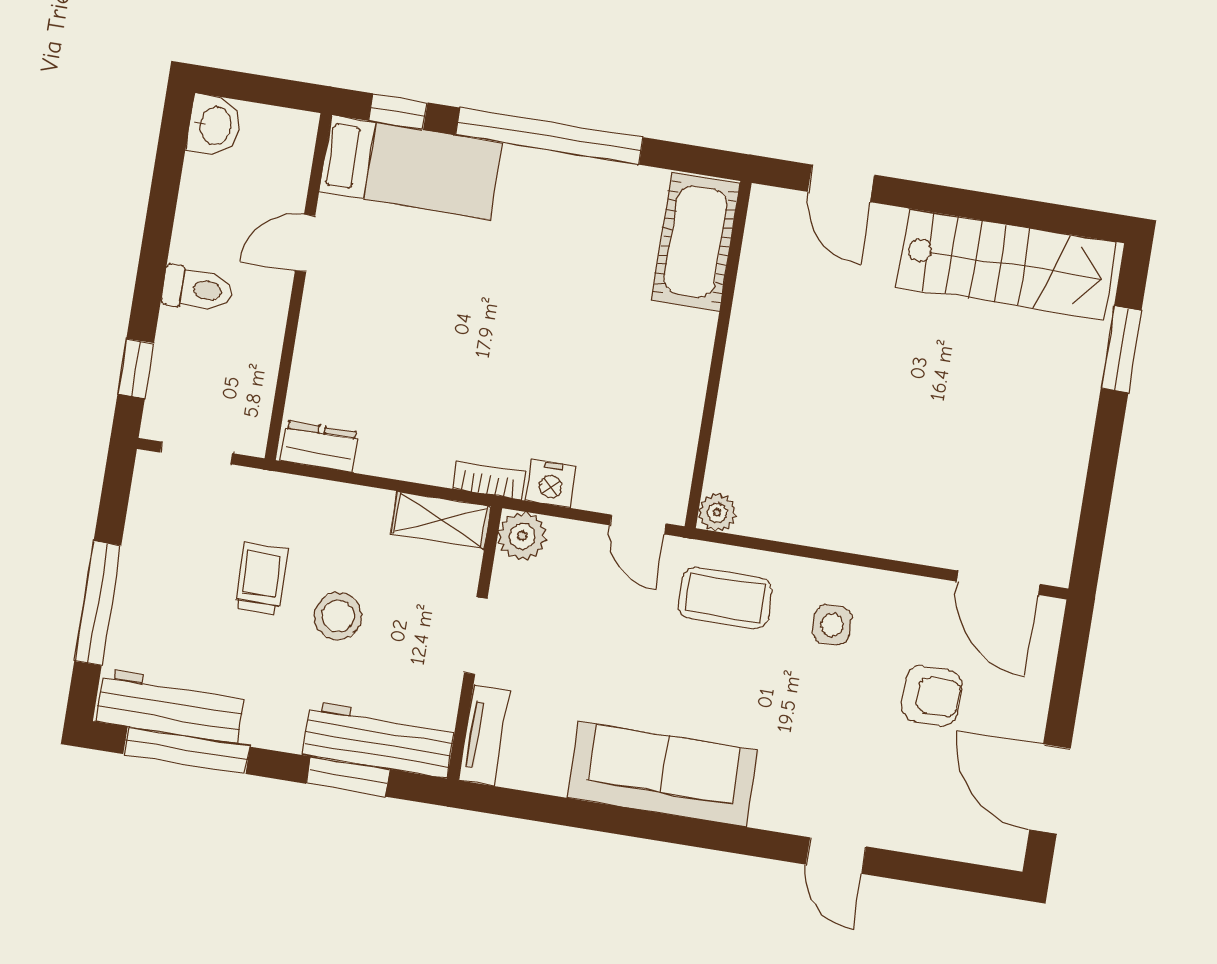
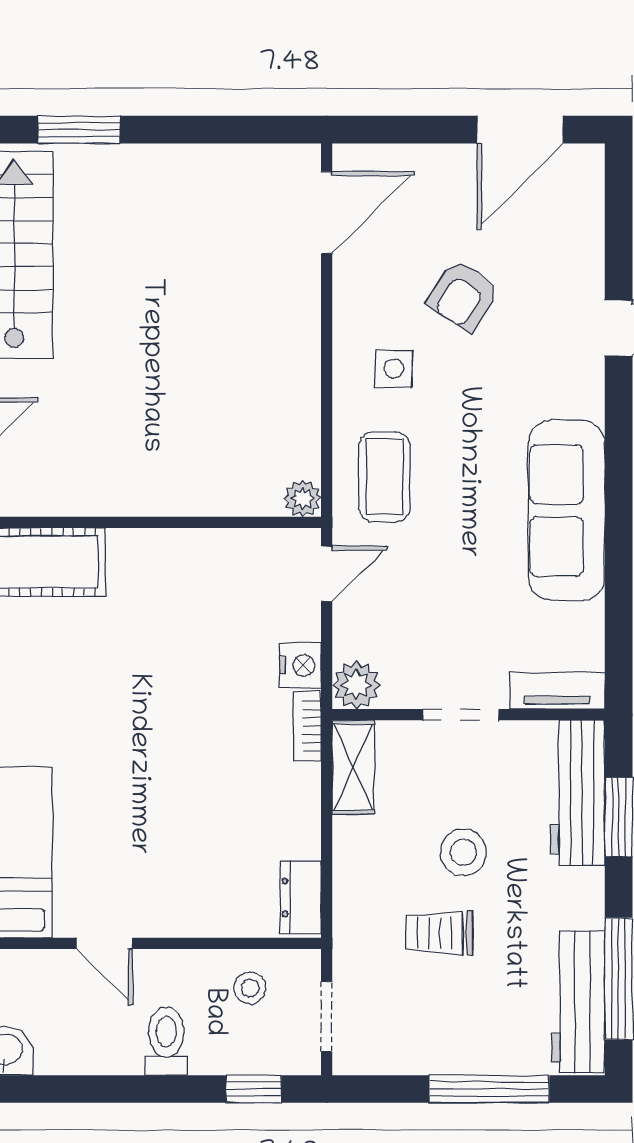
stool: (237, 381) -> (250, 988), added
armchair: (932, 696) -> (463, 295), moved, turned -147

